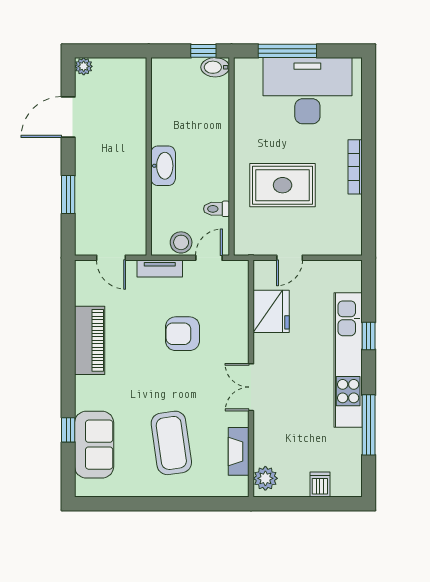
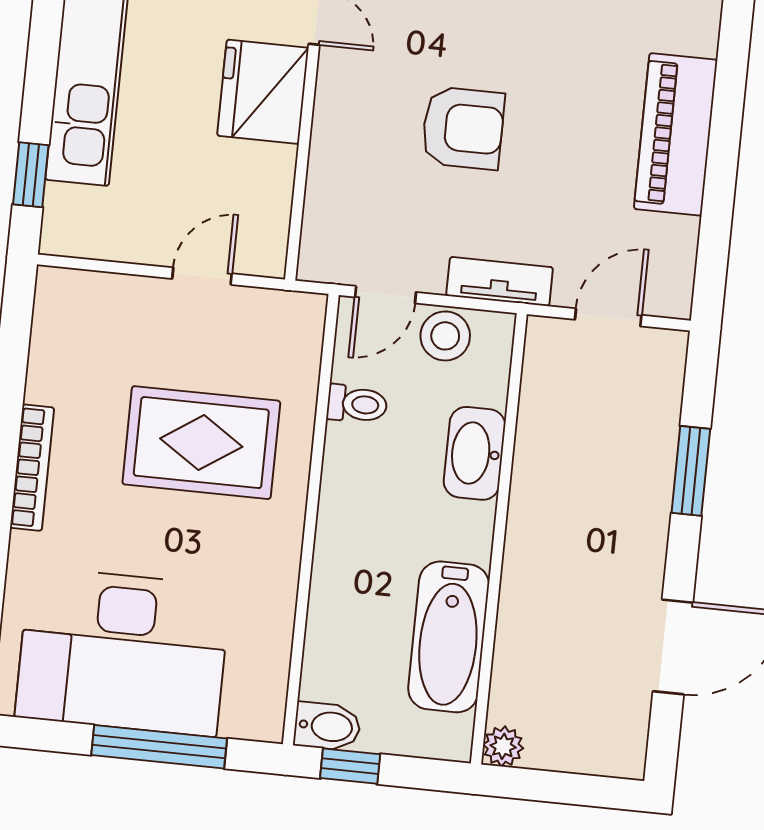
plant: (84, 66) -> (503, 746), moved
bathtub: (166, 112) -> (449, 637), added
washbasin: (163, 166) -> (475, 453), moved
door: (111, 258) -> (608, 317), hinge flipped
fridge: (271, 311) -> (263, 92), moved
window: (369, 336) -> (31, 175), moved

